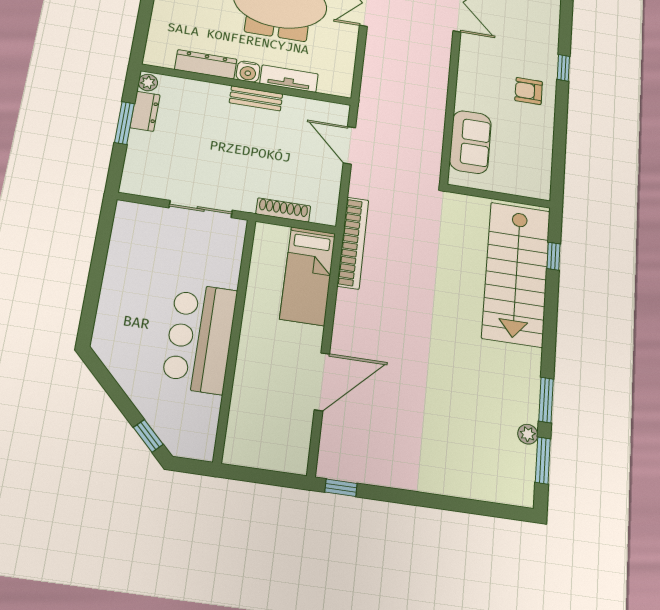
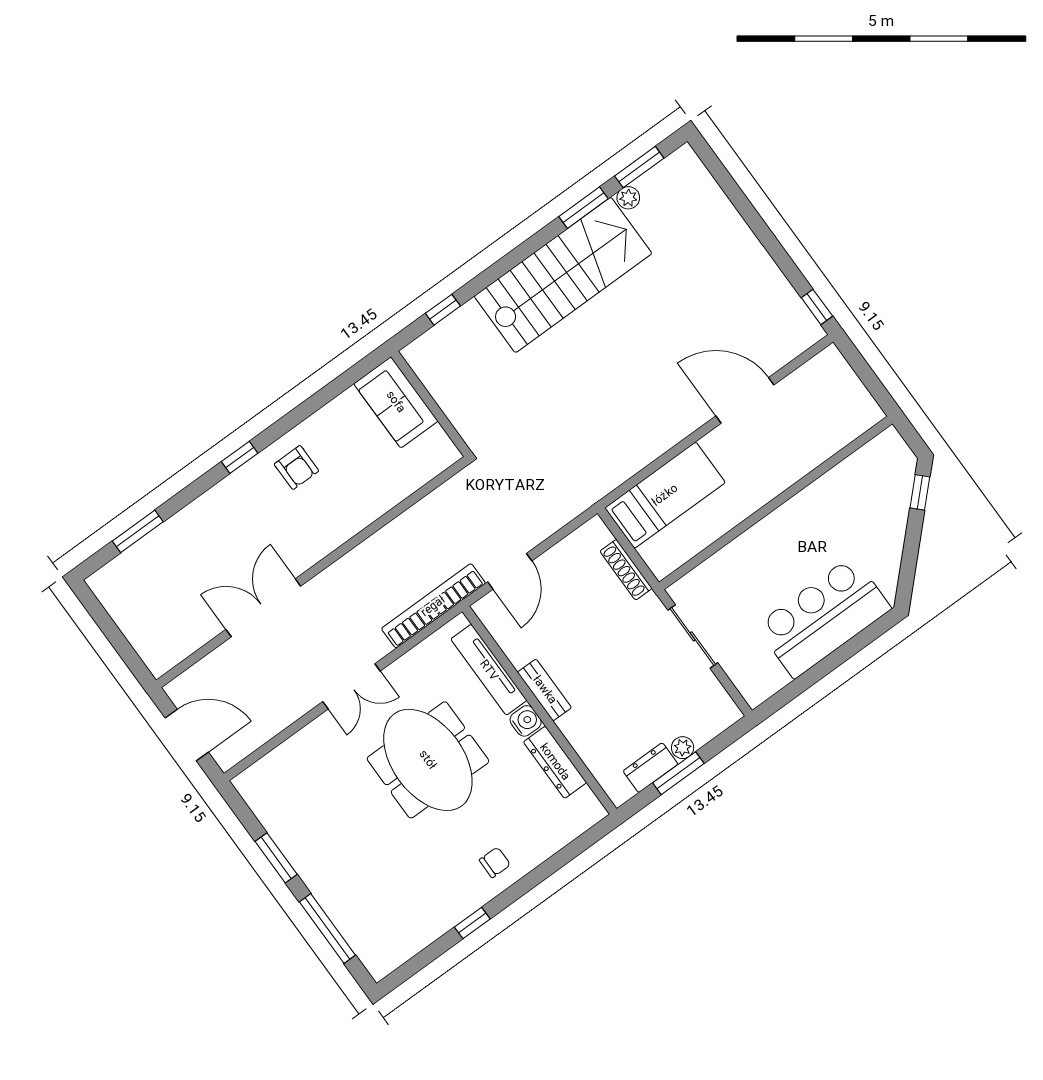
tv unit: (289, 79) -> (489, 670), width x1.41
plant: (148, 83) -> (683, 748), moved
sofa: (470, 142) -> (396, 402), moved, turned -90
bookcase: (353, 243) -> (433, 606), moved
stairs: (516, 274) -> (563, 275), moved
bar counter: (200, 338) -> (823, 617), moved, turned 180

